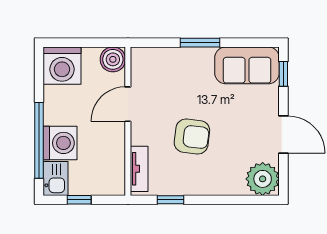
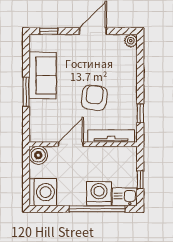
sofa: (247, 65) -> (43, 75), moved
door: (128, 104) -> (71, 144), swing flipped
tv unit: (139, 169) -> (111, 136), width x1.41
plant: (263, 179) -> (131, 41), width x0.53, depth x0.53

